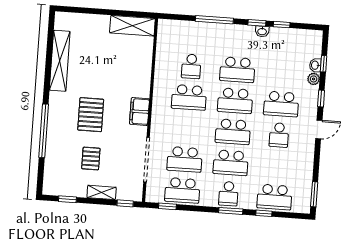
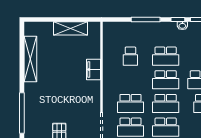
shelving: (132, 26) -> (70, 28), moved
school desk: (189, 97) -> (130, 103), moved
filing cabinet: (139, 112) -> (94, 70), moved
pallet: (91, 115) -> (57, 98), removed

